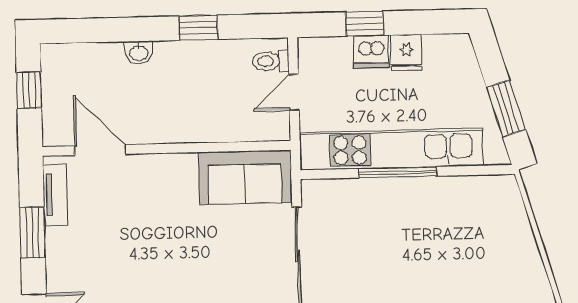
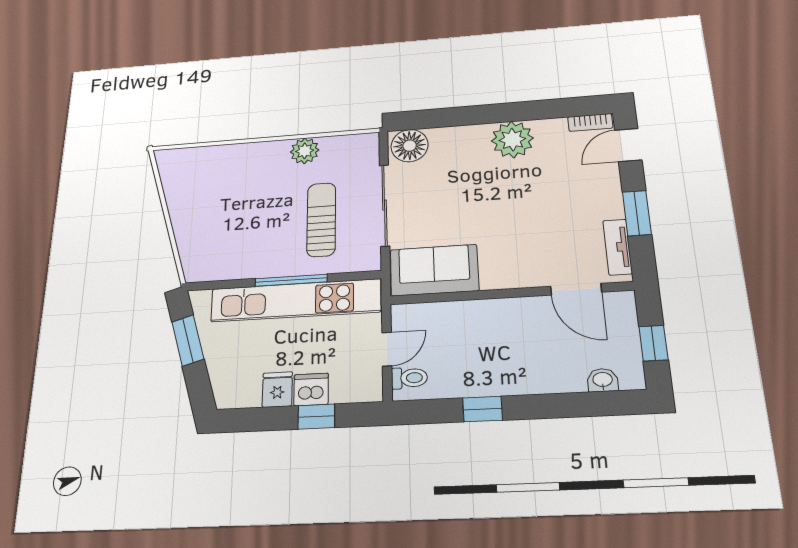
washbasin: (139, 53) -> (603, 380), moved
sun lounger: (367, 242) -> (321, 219), added

